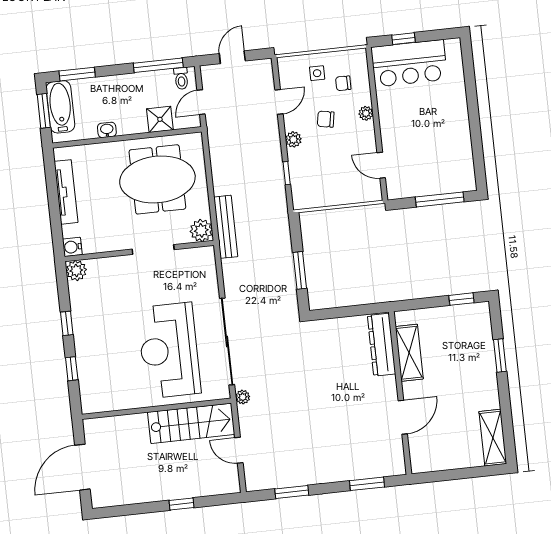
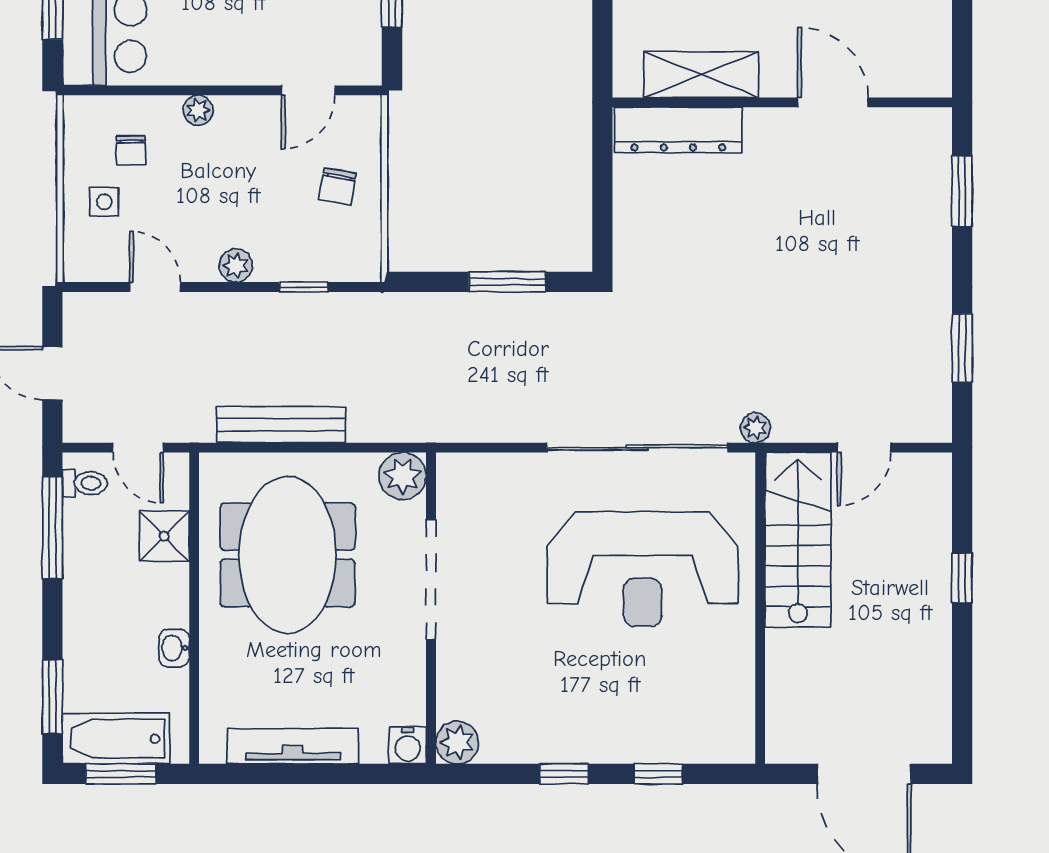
chair: (326, 119) -> (338, 186), moved
bench: (226, 227) -> (281, 425), moved
doorway: (153, 249) -> (431, 580), width x1.36

